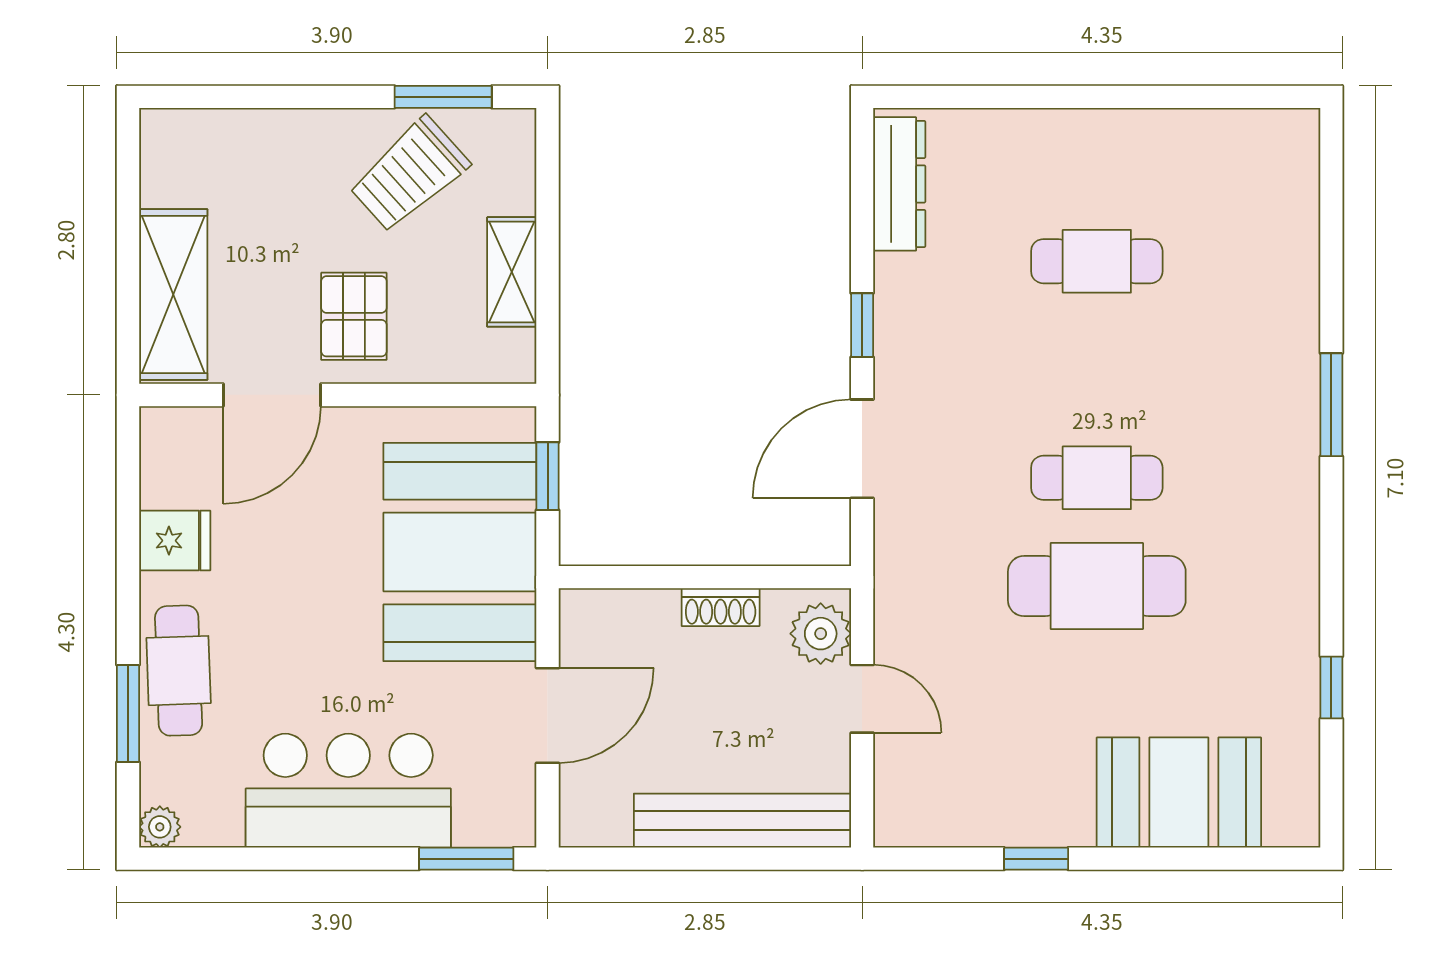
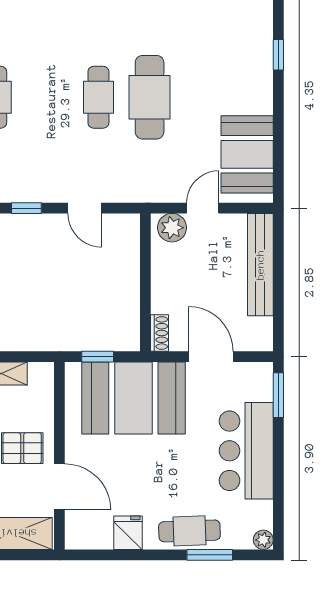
door: (862, 449) -> (85, 208), width x0.73
shoe rack: (721, 607) -> (160, 333), moved
booth: (1179, 793) -> (247, 154), moved
window: (1036, 859) -> (278, 55), moved

